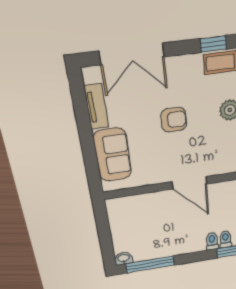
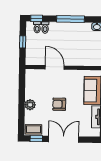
double door: (132, 54) -> (64, 139), moved
window: (150, 264) -> (70, 19), moved

